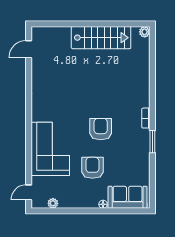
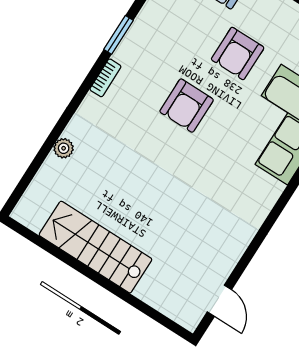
plant: (145, 32) -> (64, 148), moved
door: (29, 49) -> (219, 301), hinge flipped

